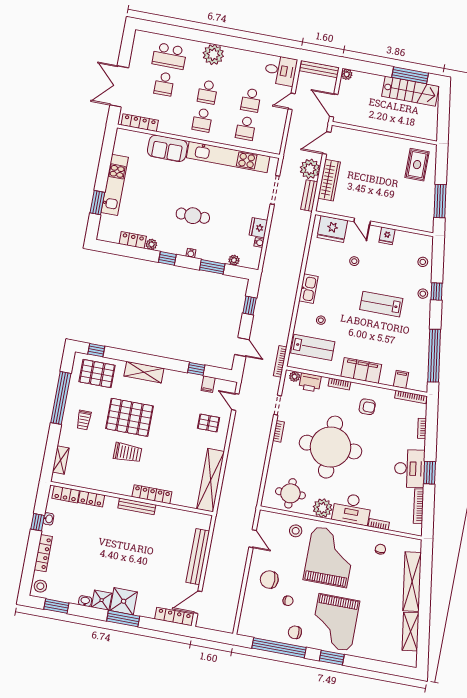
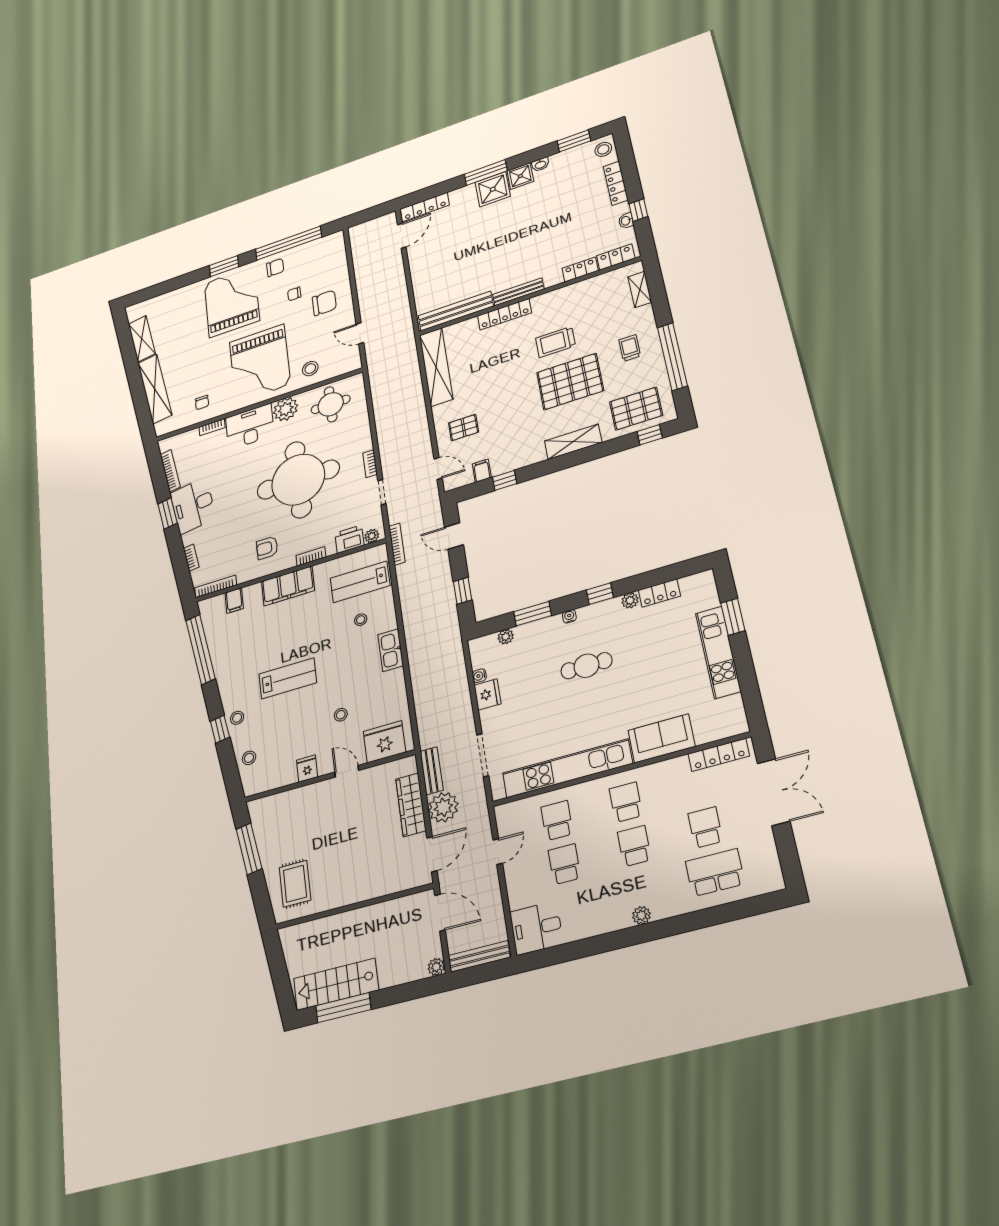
plant: (213, 54) -> (641, 915), width x0.53, depth x0.53
door: (292, 101) -> (498, 852), moved
bench: (198, 557) -> (456, 311), moved, turned 90

